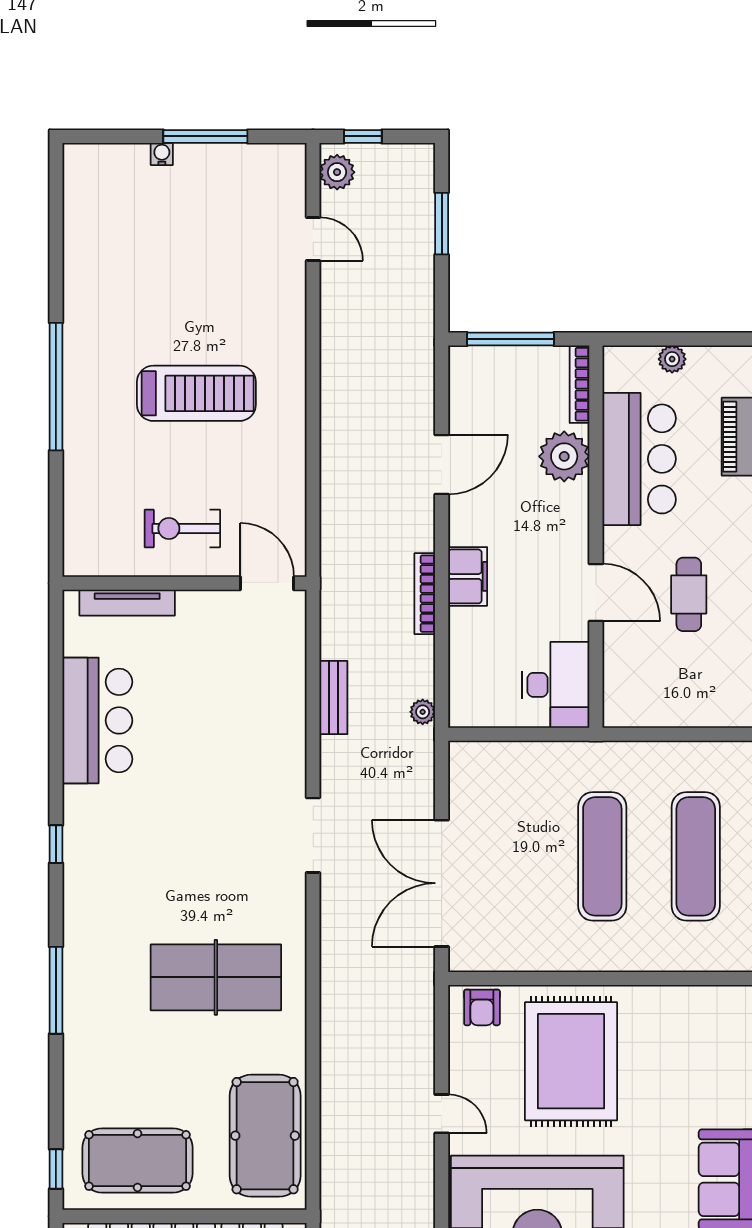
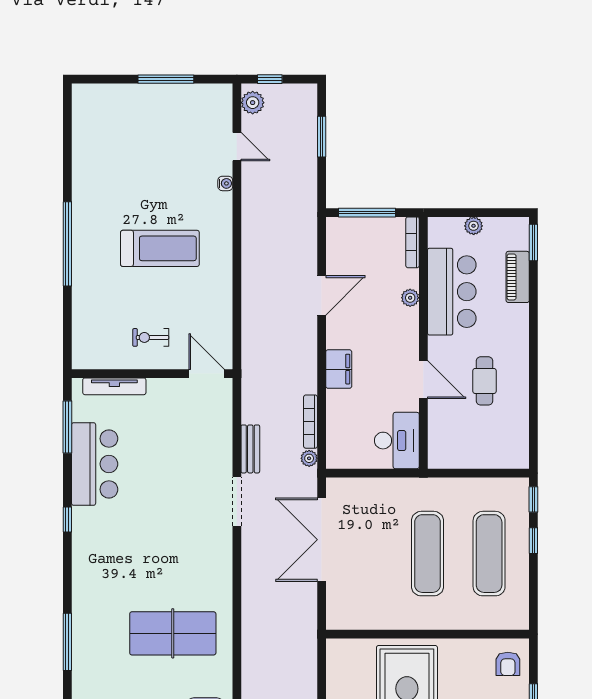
water cooler: (162, 154) -> (225, 183), moved, turned 90
plant: (564, 456) -> (410, 298), width x0.53, depth x0.53
exercise bike: (182, 528) -> (151, 337), width x0.73, depth x0.72
bookcase: (425, 594) -> (311, 422), moved
window: (56, 664) -> (67, 427), added
doorway: (313, 835) -> (237, 501), moved
window: (56, 844) -> (67, 520), moved
double door: (442, 883) -> (322, 540), moved
armchair: (482, 1007) -> (508, 664), moved

